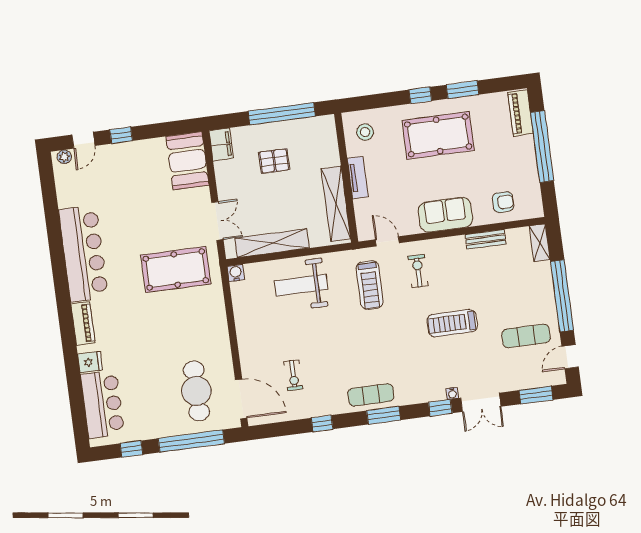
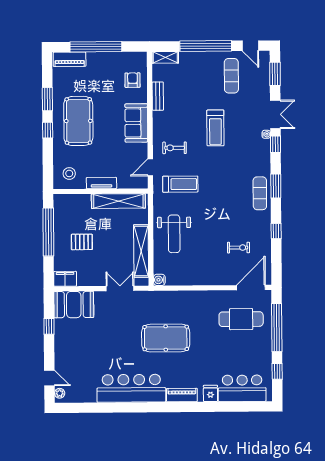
window: (121, 135) -> (49, 326), moved
pallet: (274, 161) -> (82, 242), turned 90
pool table: (176, 270) -> (166, 338), moved, turned 90

